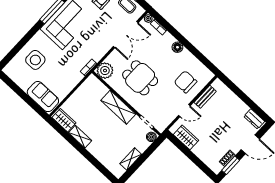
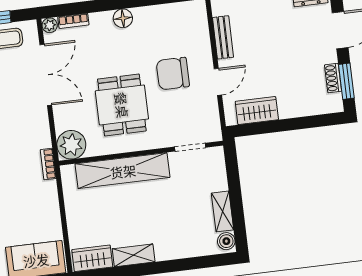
dining table: (140, 78) -> (122, 105), turned 90
chair: (185, 82) -> (173, 74), moved
shelving: (118, 107) -> (123, 171), width x1.47
boiler: (151, 137) -> (226, 241), moved

